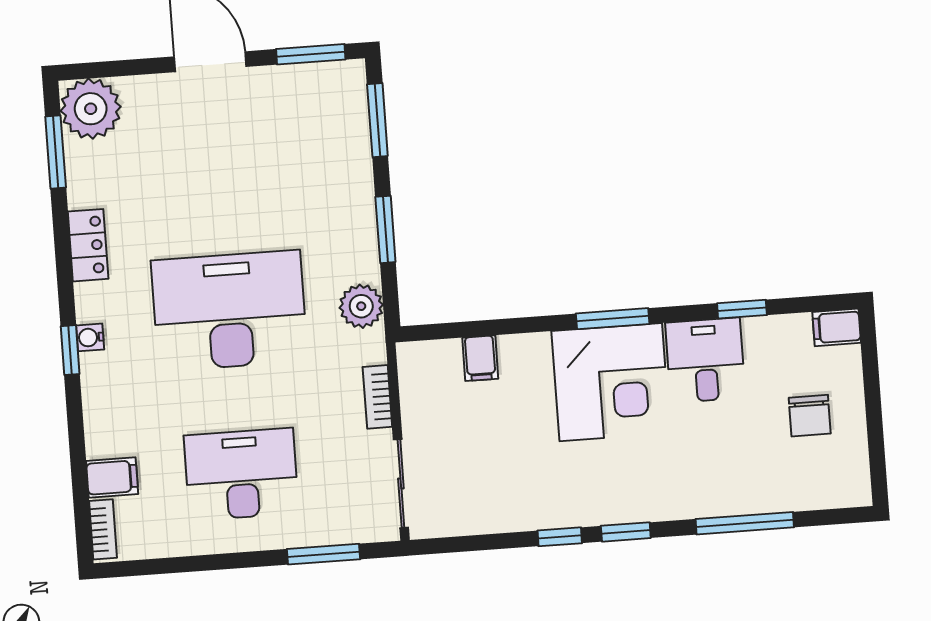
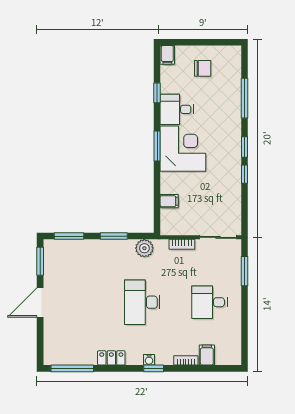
plant: (91, 109) -> (56, 353), removed
window: (56, 152) -> (72, 368), width x1.44
desk: (229, 311) -> (142, 302), width x0.73, depth x0.77
desk: (241, 474) -> (209, 302), width x0.73
bookcase: (103, 529) -> (186, 360), moved

